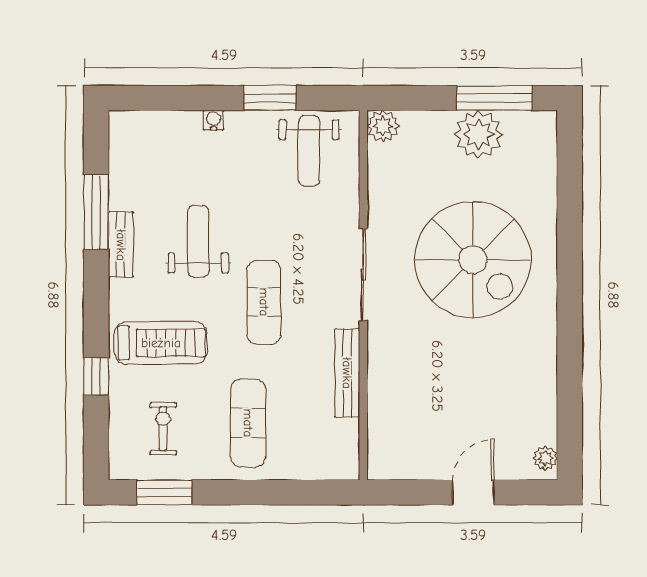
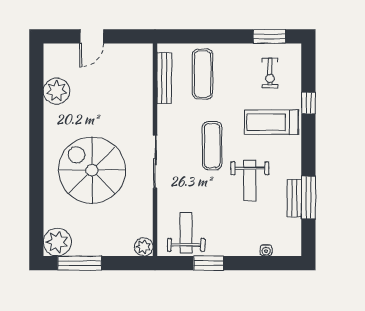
water cooler: (213, 120) -> (266, 250), moved
plant: (479, 134) -> (57, 242), moved
bench: (121, 245) -> (294, 198), moved
bench: (347, 373) -> (164, 78), moved
exercise mat: (248, 423) -> (203, 74), moved
plant: (545, 458) -> (57, 91), moved, width x1.88, depth x1.88

